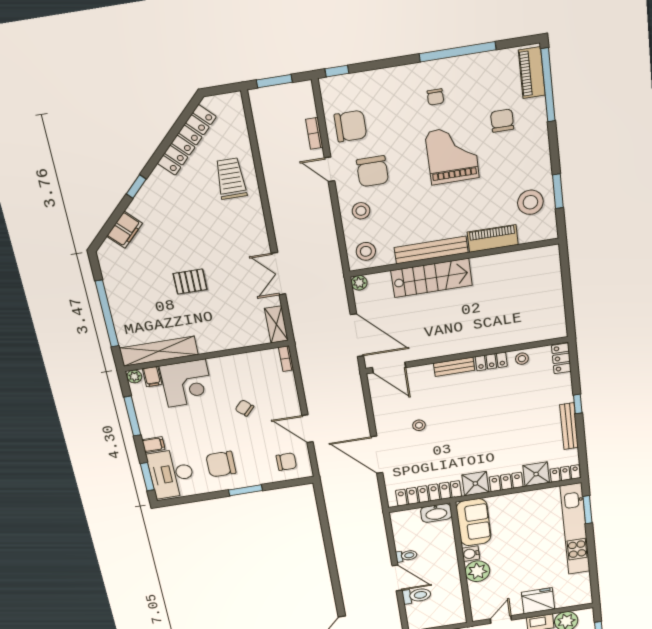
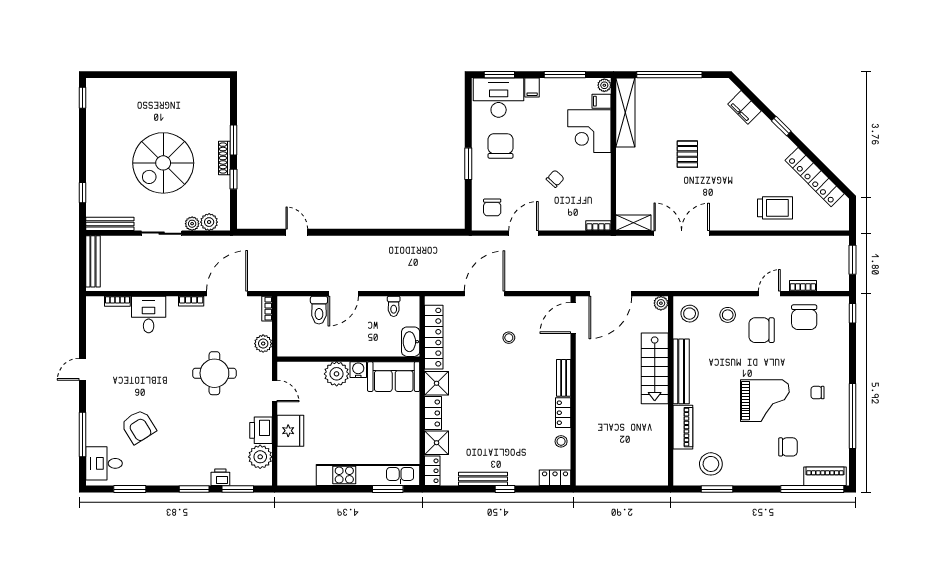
double door: (278, 274) -> (682, 233), width x1.37
toilet: (406, 556) -> (394, 306), moved

